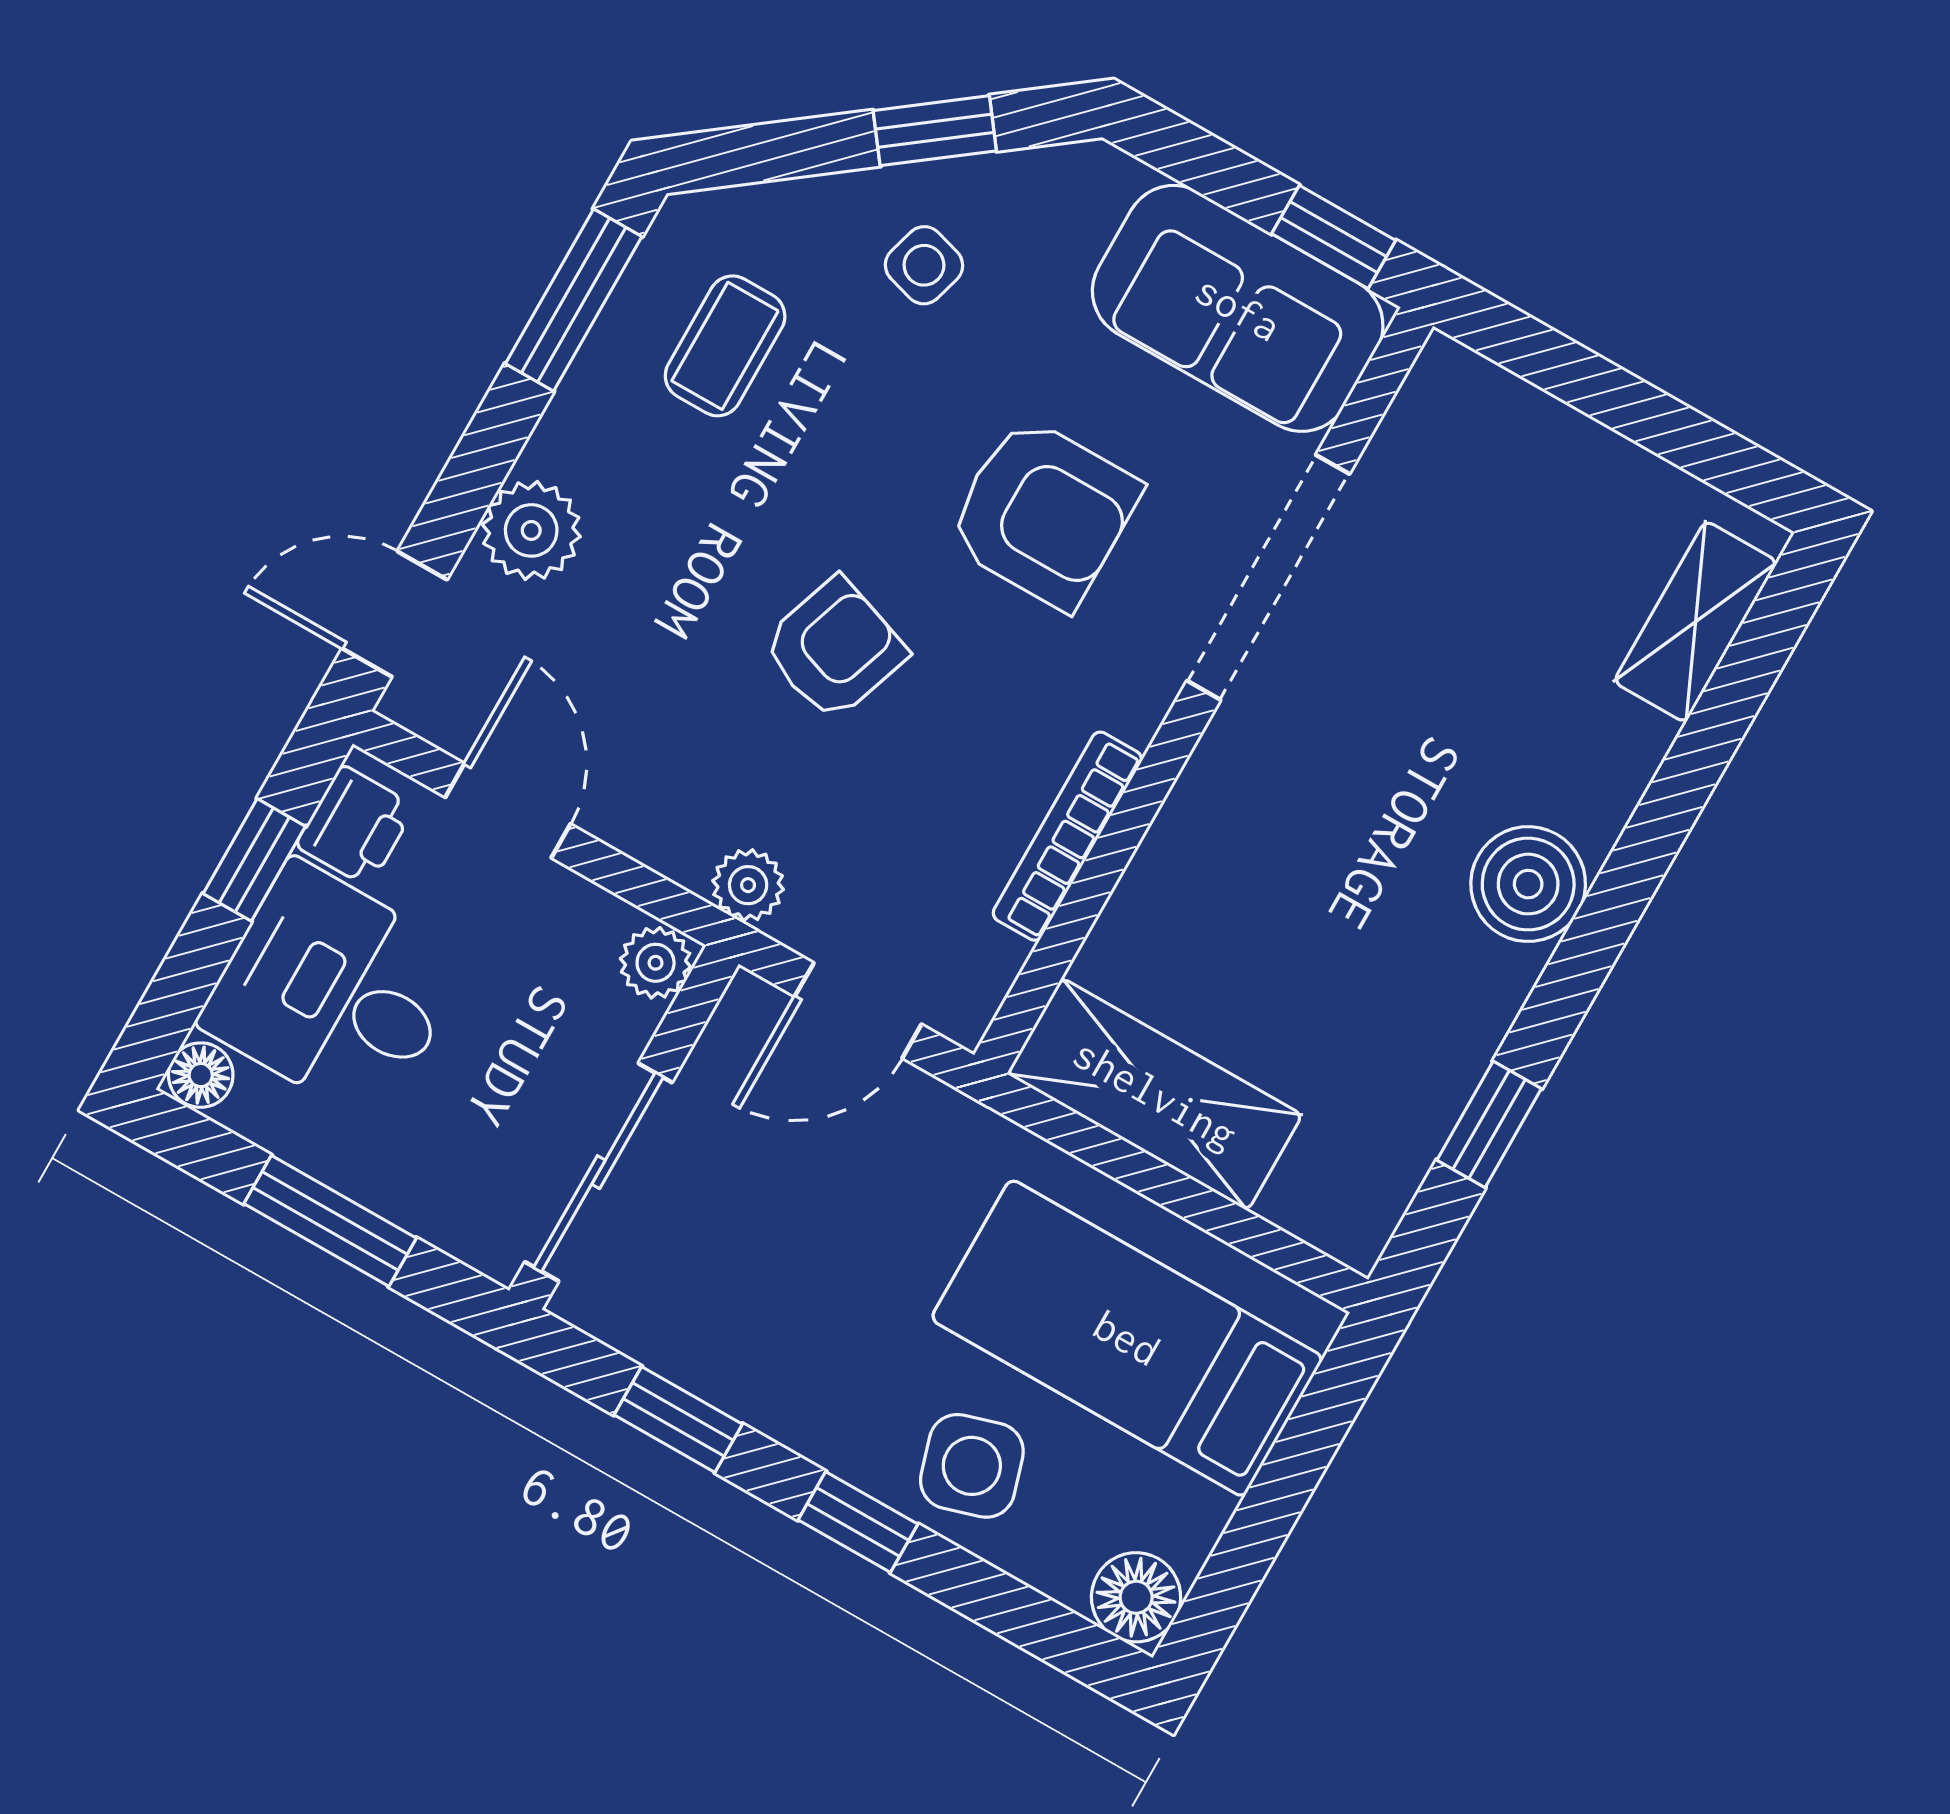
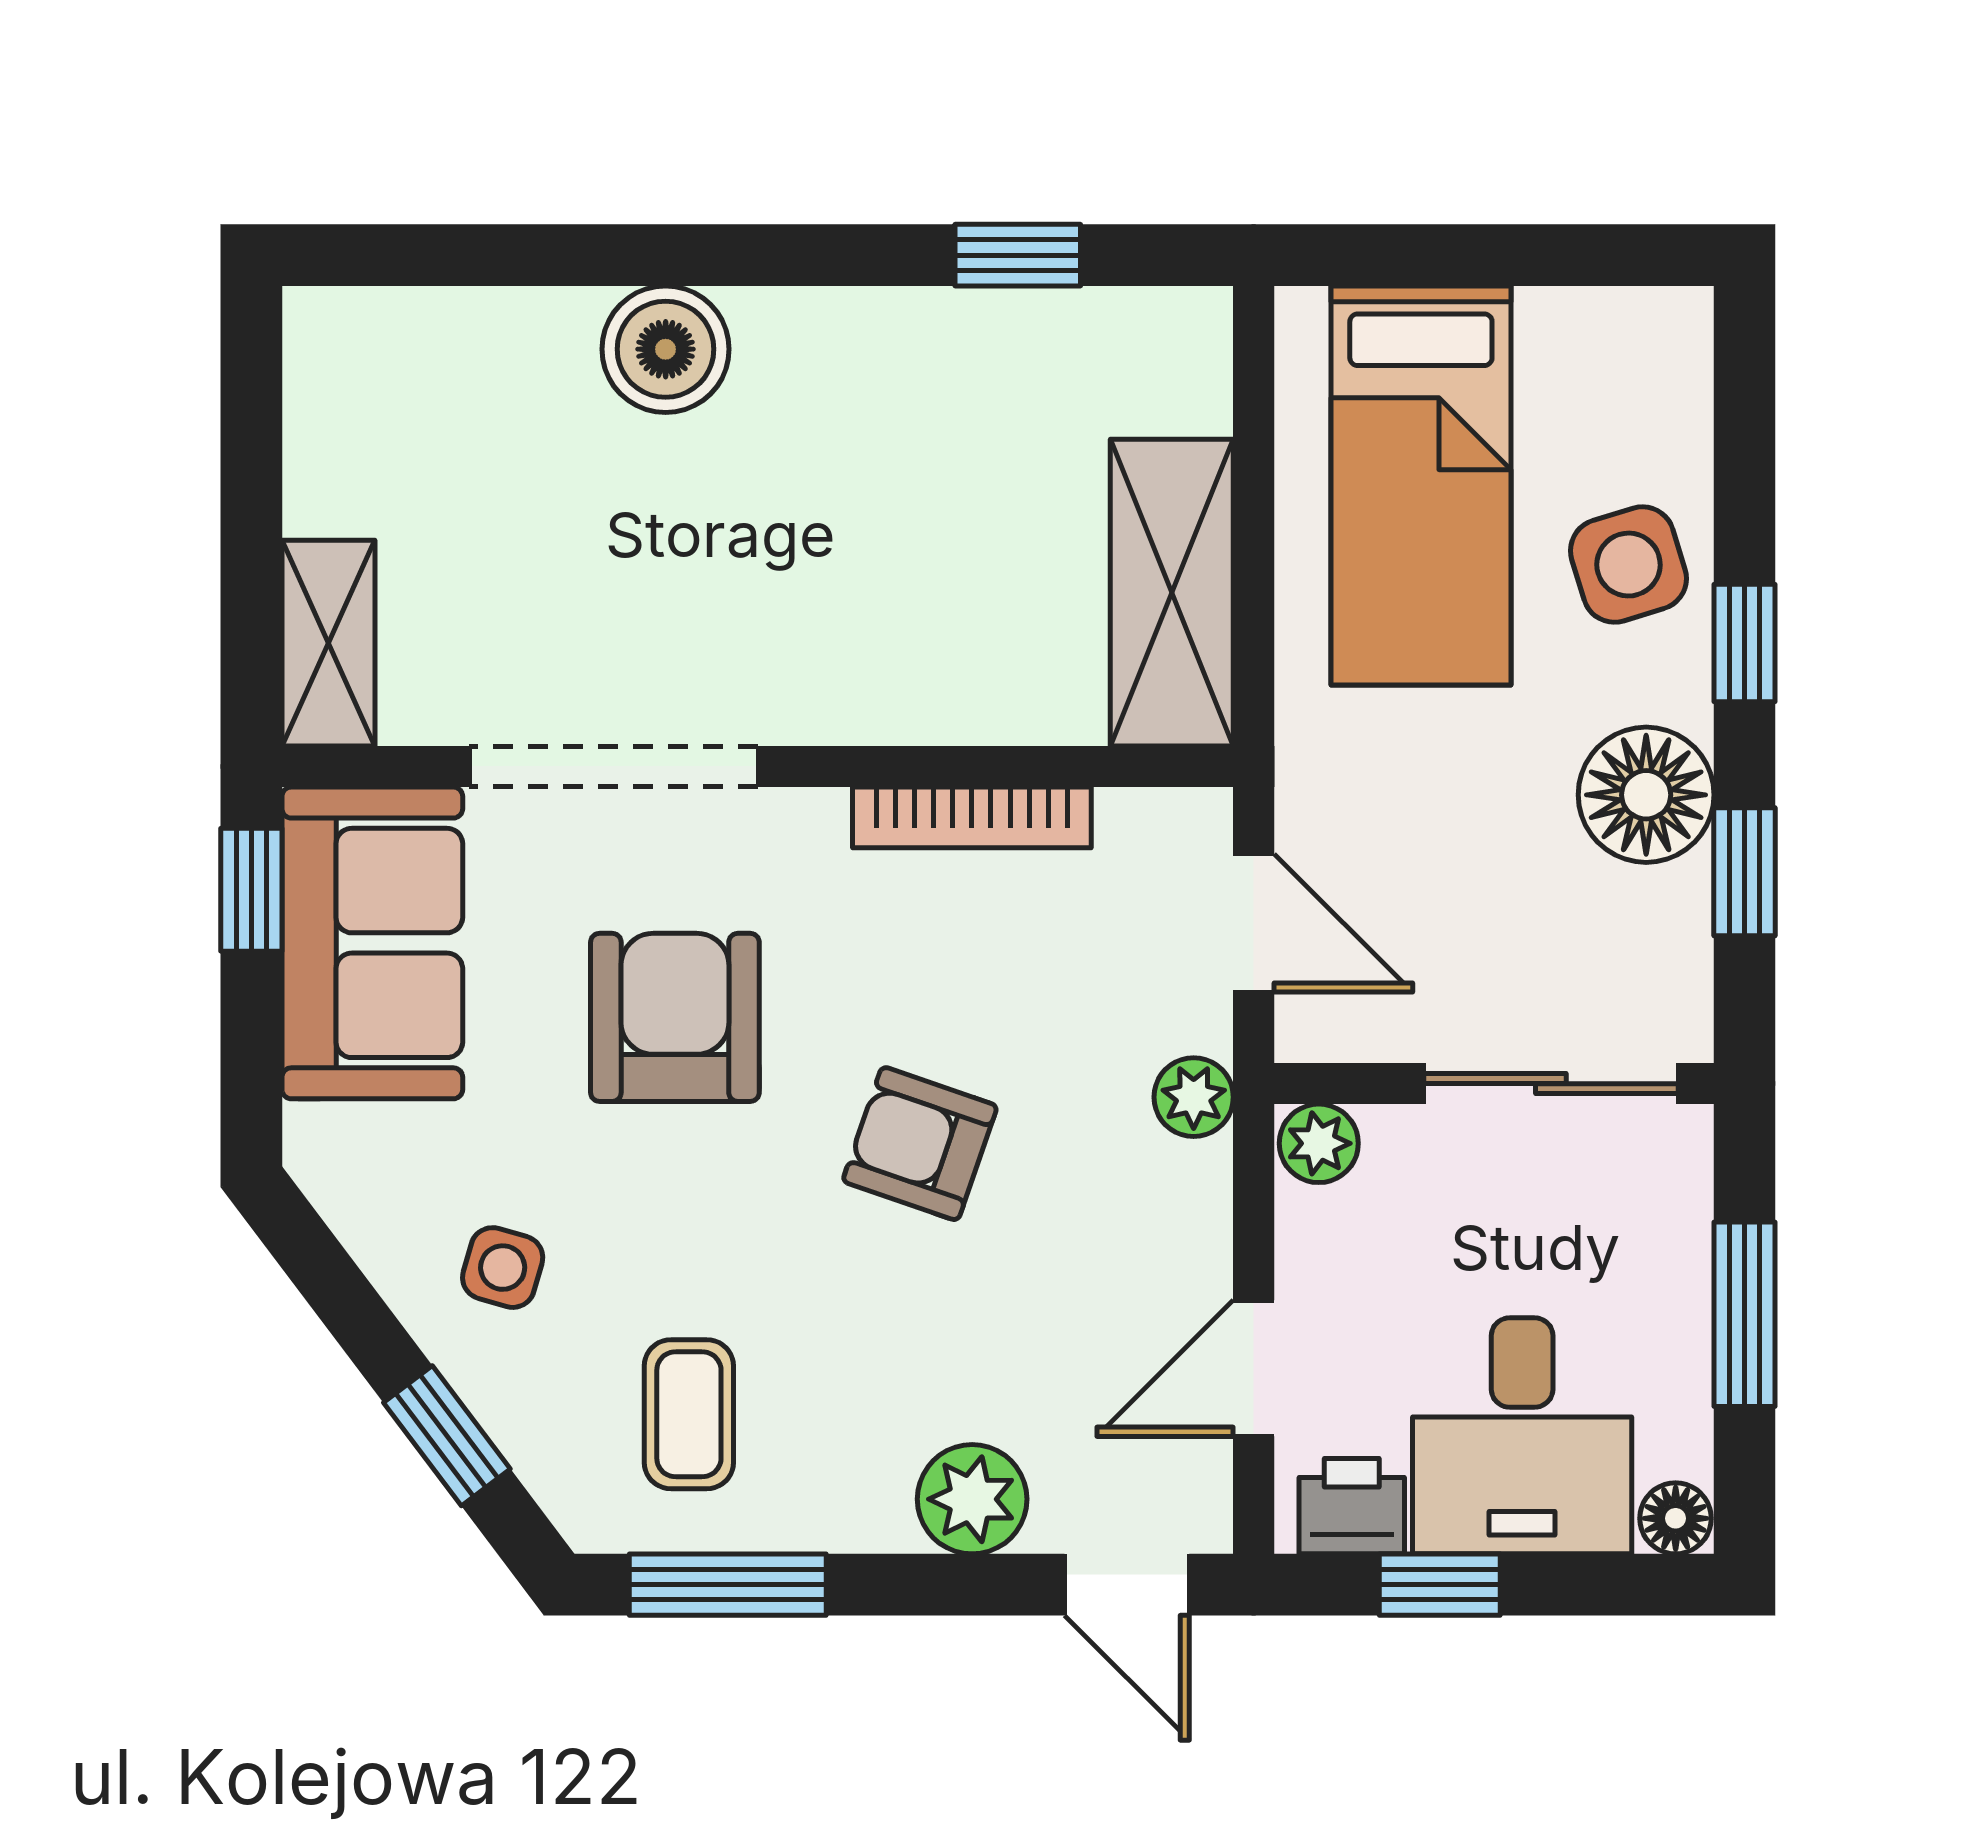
window: (935, 131) -> (447, 1436), moved
coffee table: (725, 346) -> (689, 1414), turned 90
shelving: (1696, 622) -> (328, 643), moved, turned 90
boiler: (1528, 884) -> (666, 349), moved
floor lamp: (1136, 1597) -> (1646, 795), moved, width x1.38, depth x1.38

